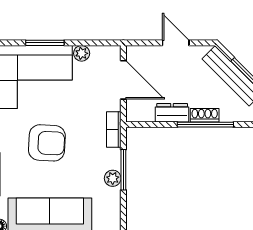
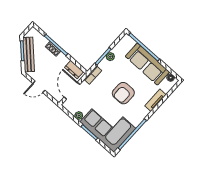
door: (176, 43) -> (39, 87), hinge flipped
dresser: (172, 113) -> (74, 70), moved
armchair: (47, 143) -> (123, 93), turned -93

